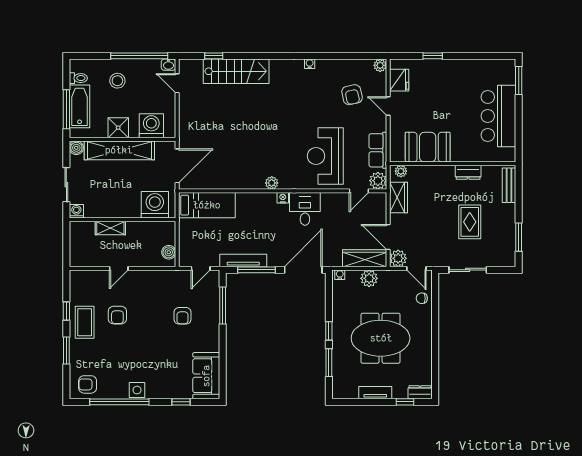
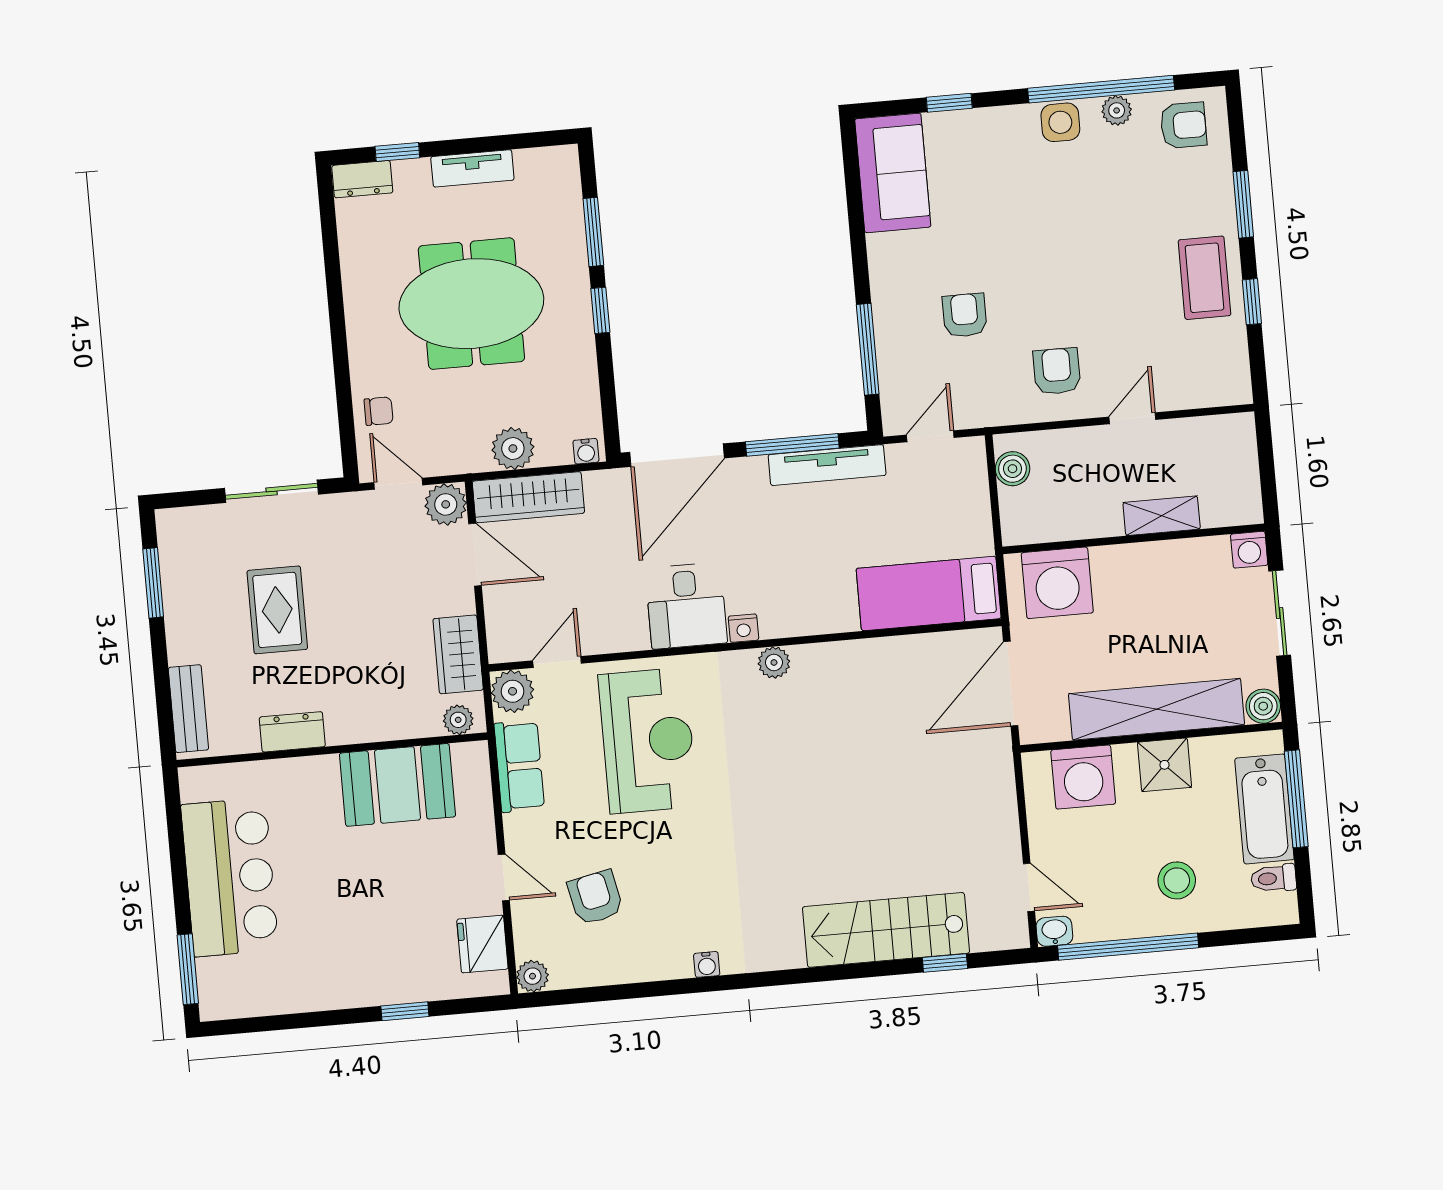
armchair: (117, 315) -> (1057, 371), moved
plant: (114, 393) -> (1117, 110), added

